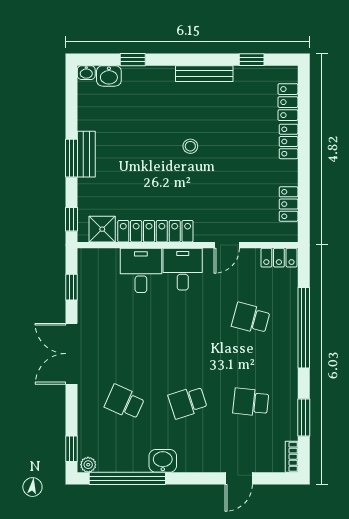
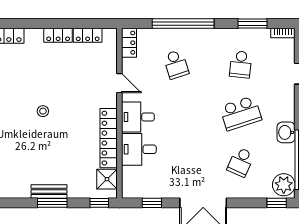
locker: (289, 141) -> (58, 35), moved
school desk: (251, 318) -> (176, 64), turned -33
school desk: (188, 402) -> (241, 113), width x1.85
plant: (88, 465) -> (284, 185), width x1.87, depth x1.87

